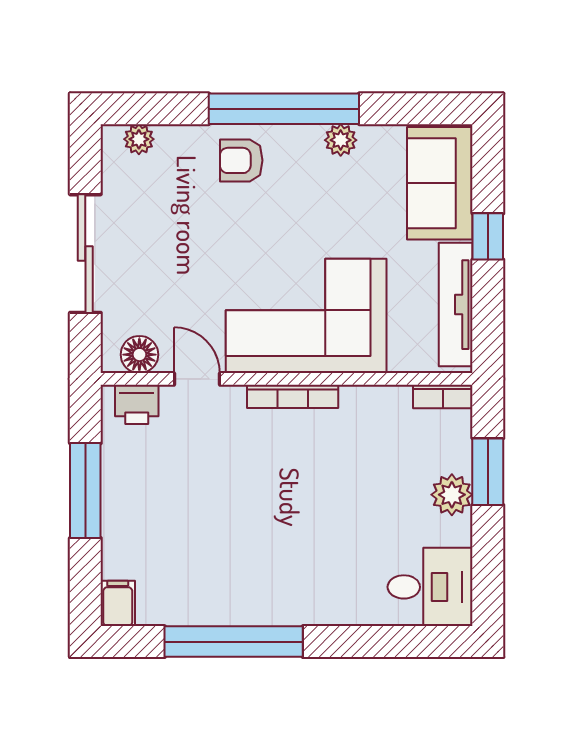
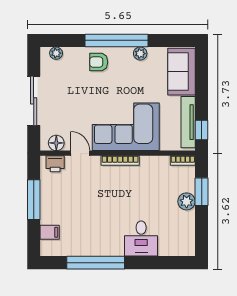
window: (488, 236) -> (202, 130), moved
desk: (430, 587) -> (141, 239), moved, turned 90
filing cabinet: (118, 603) -> (50, 232), moved, turned 90

